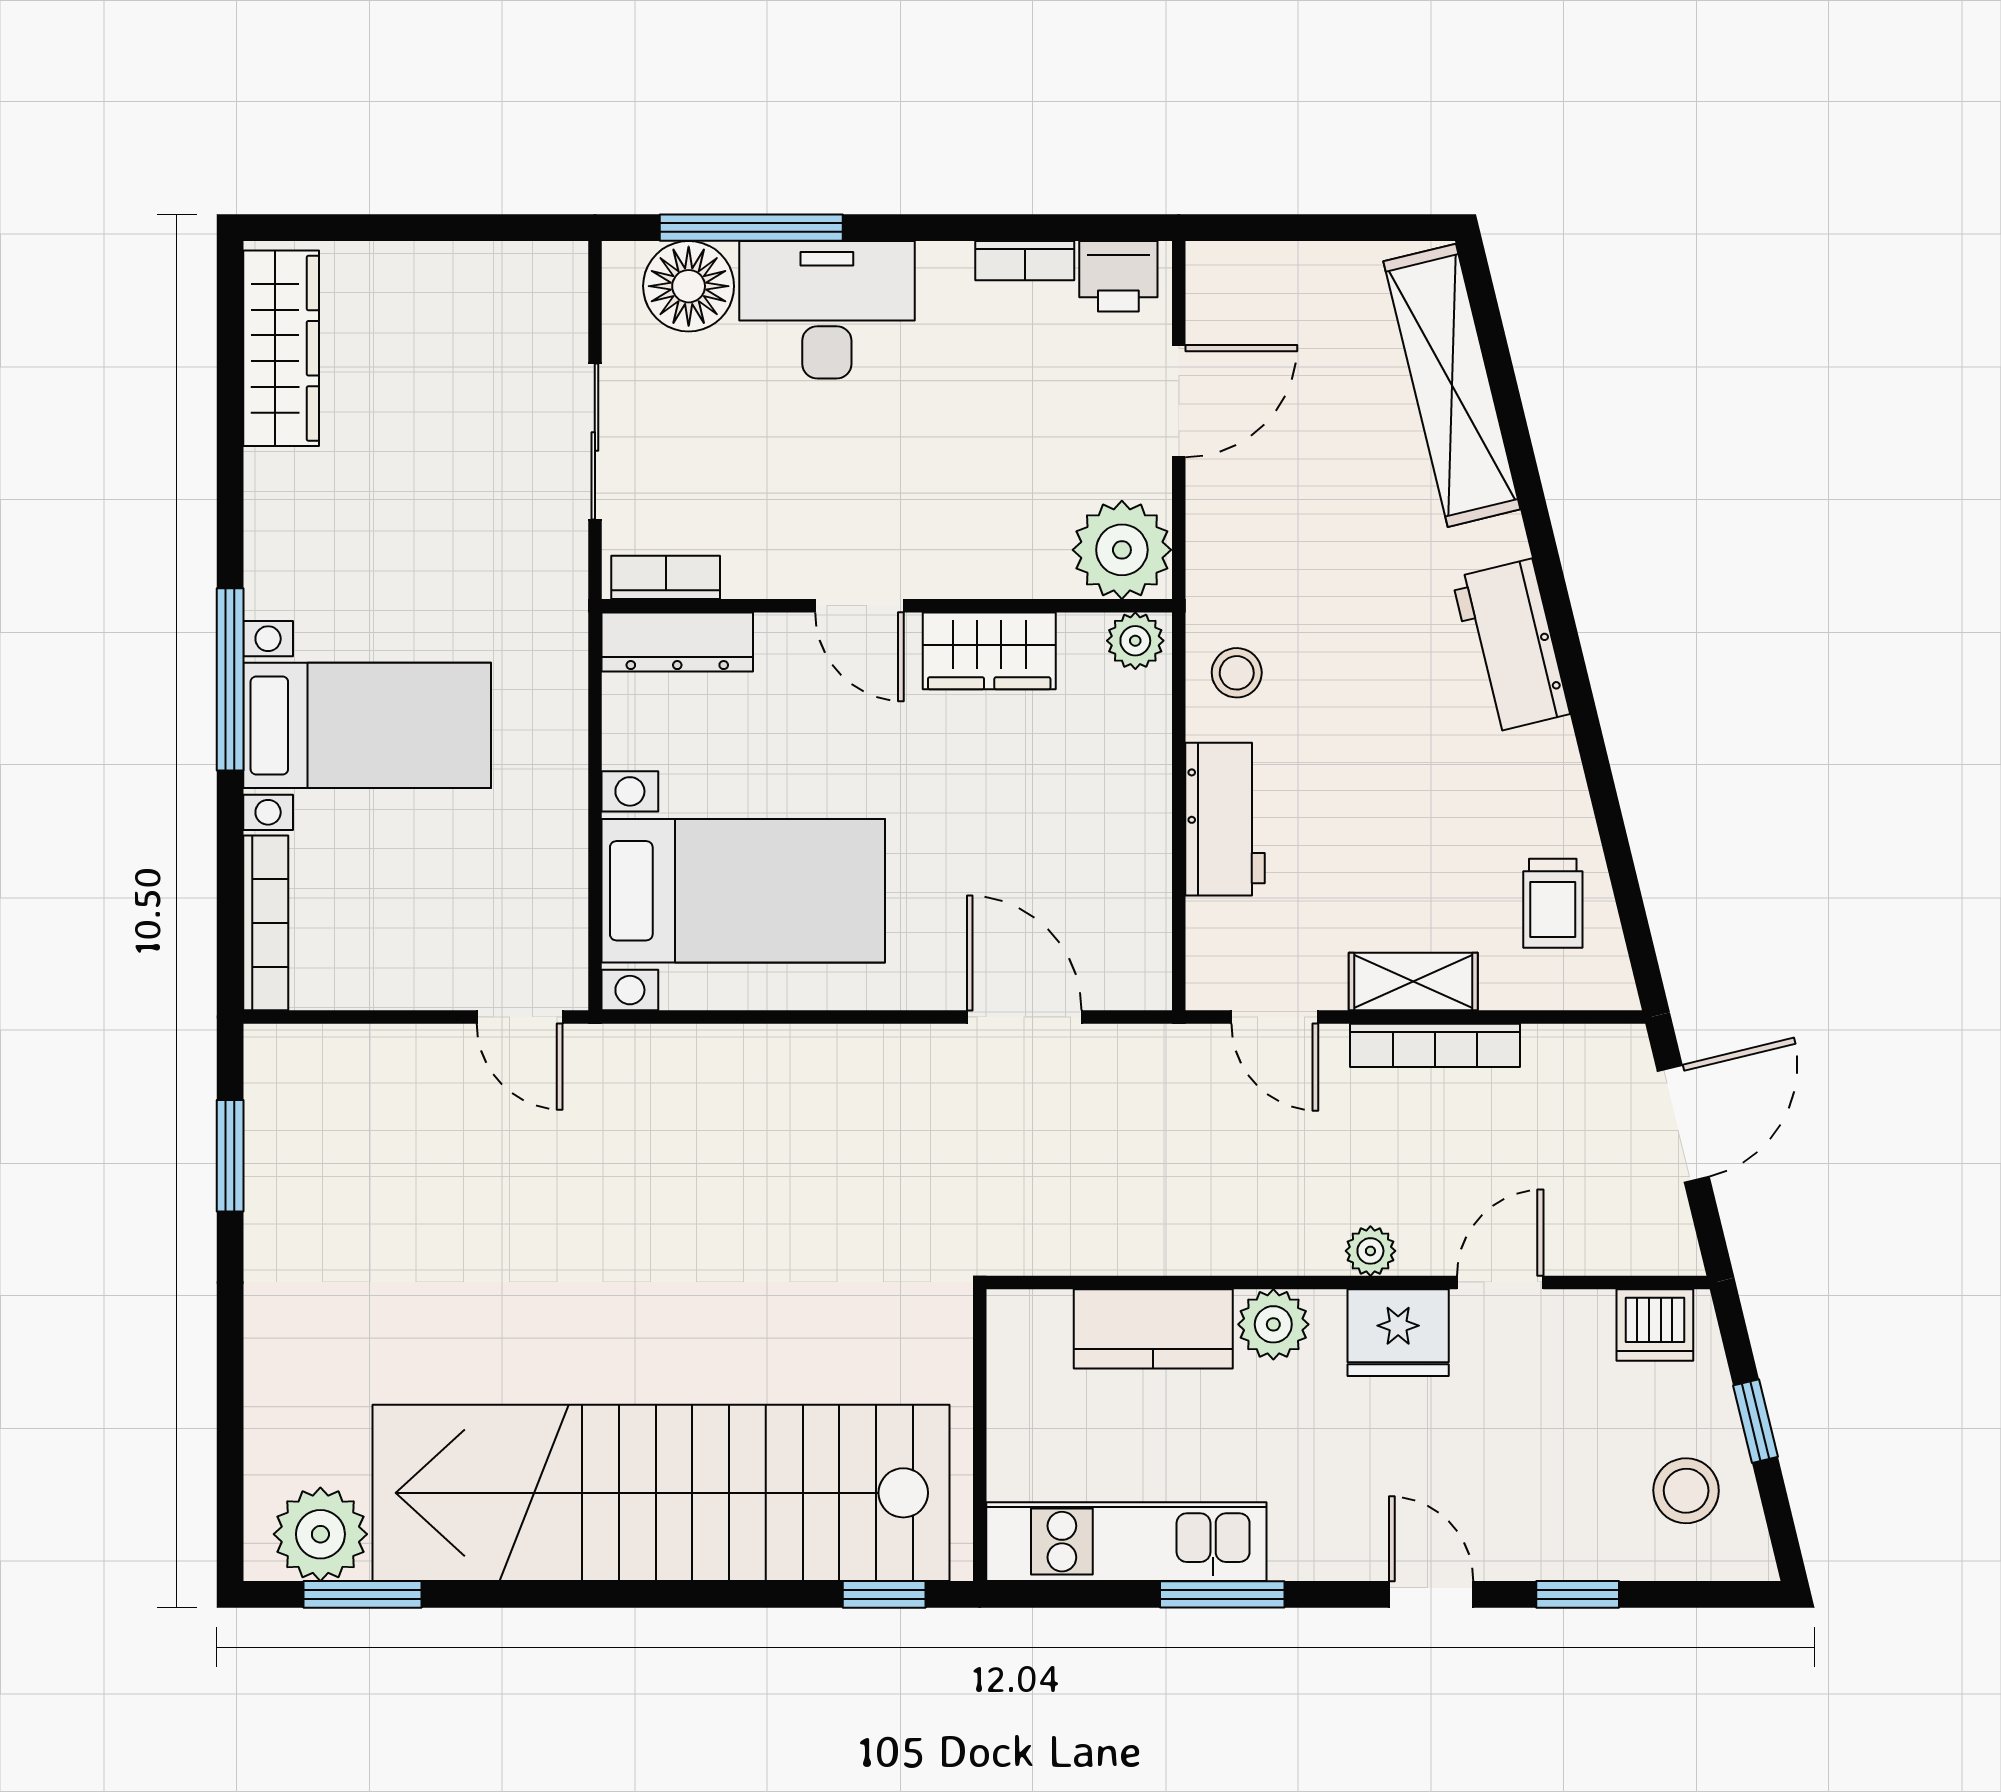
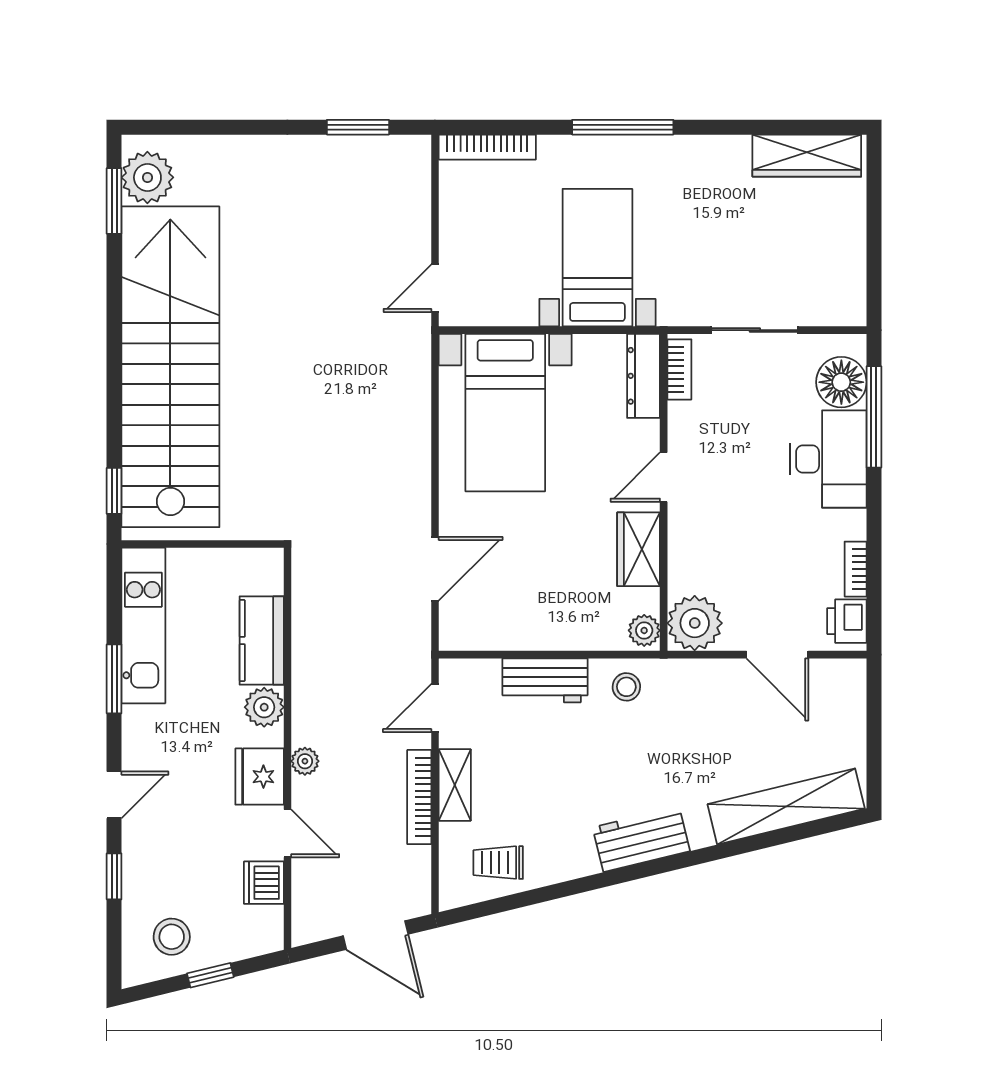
bed with nightstands: (367, 725) -> (597, 258), moved, turned 180
dishwasher: (1655, 1325) -> (264, 883), moved

